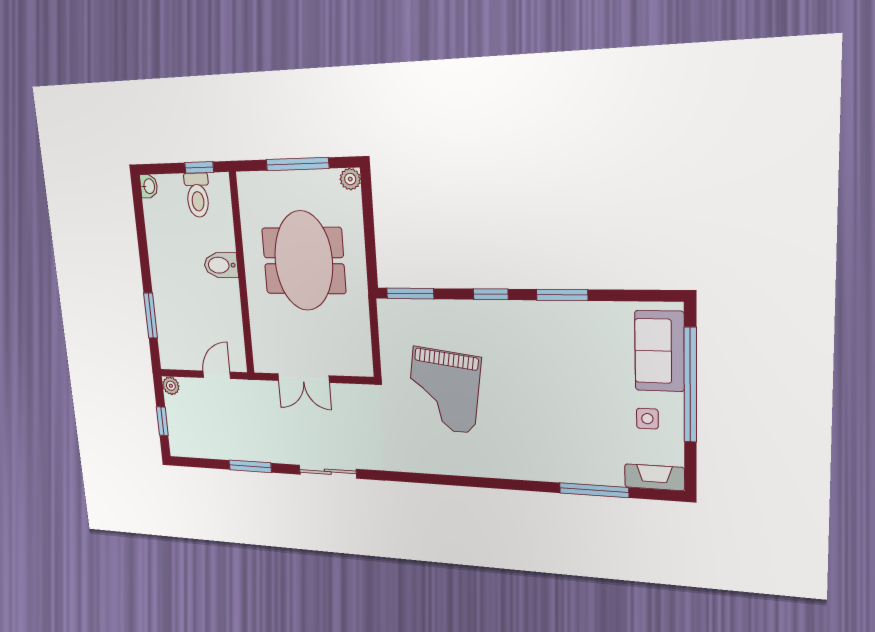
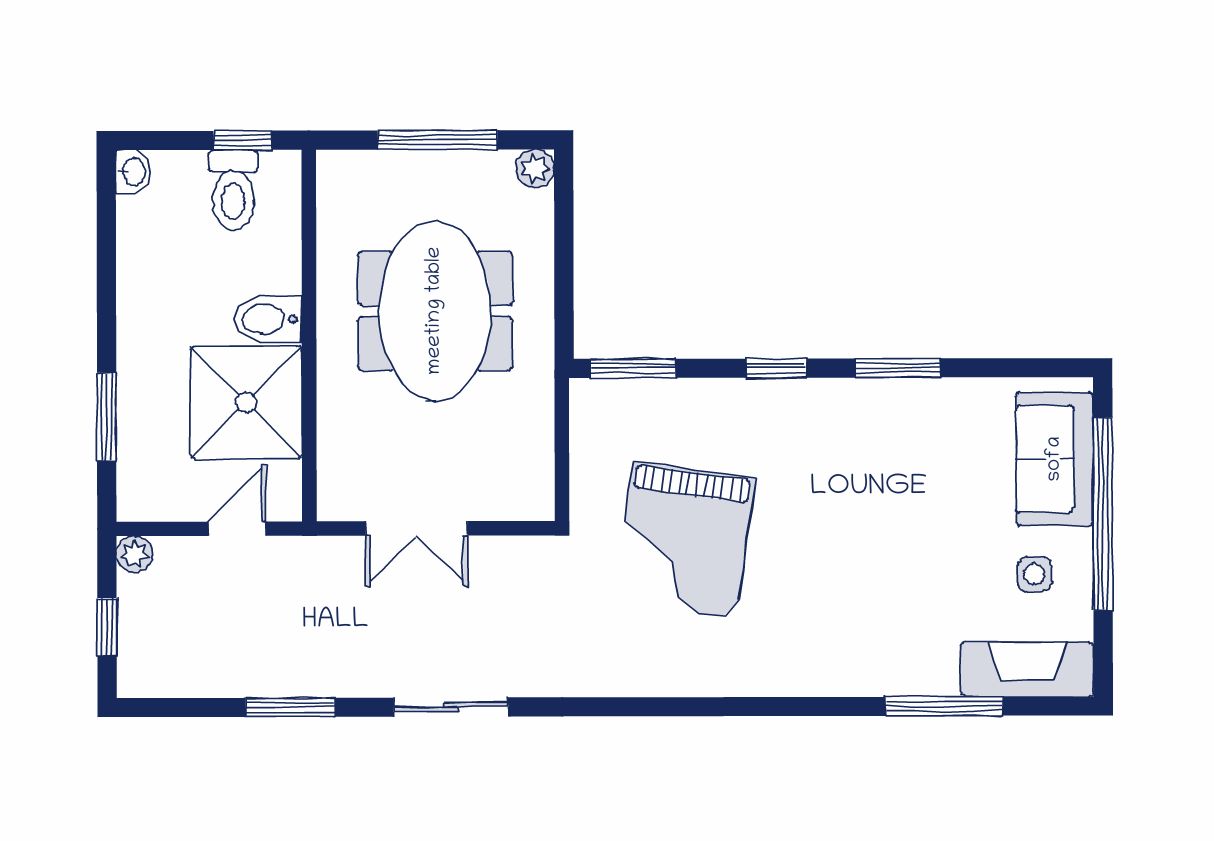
shower: (215, 309) -> (246, 402), added
fireplace: (654, 477) -> (1027, 669), width x1.37, depth x1.32

